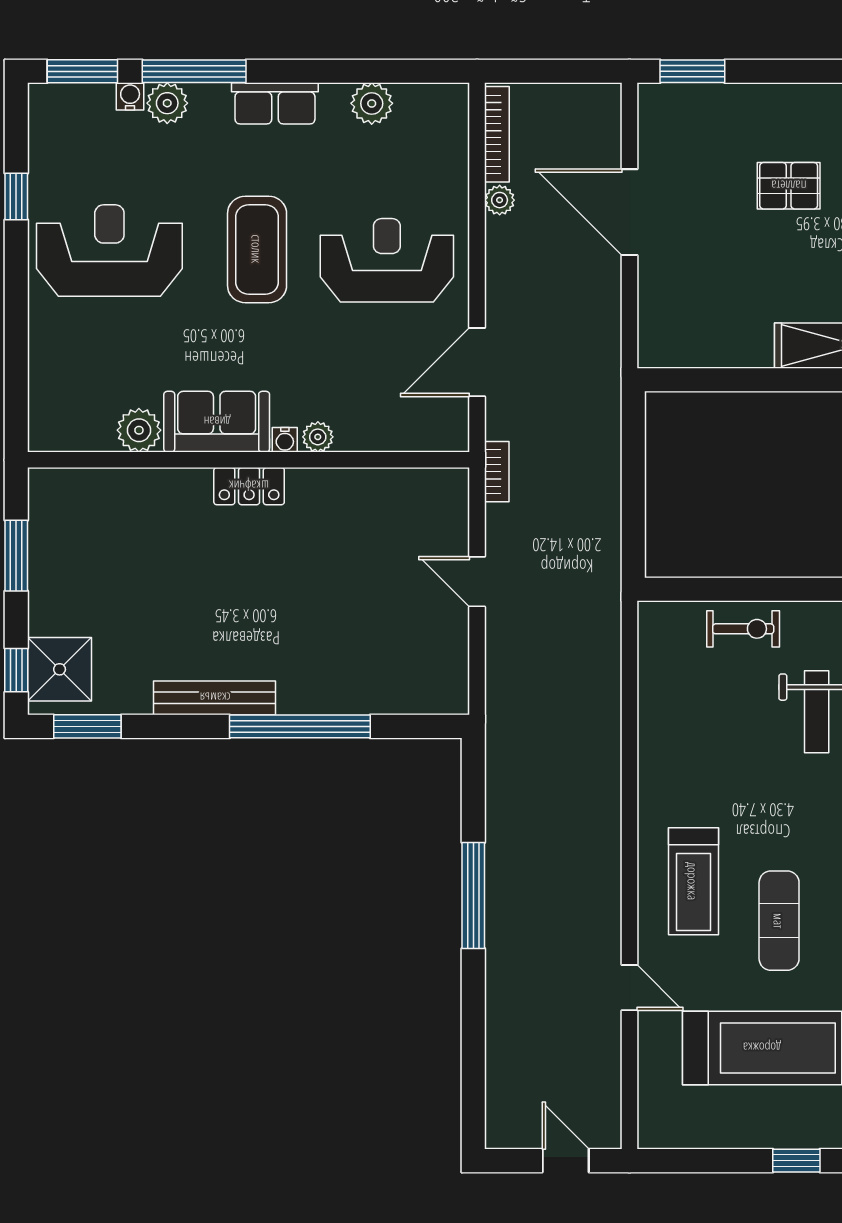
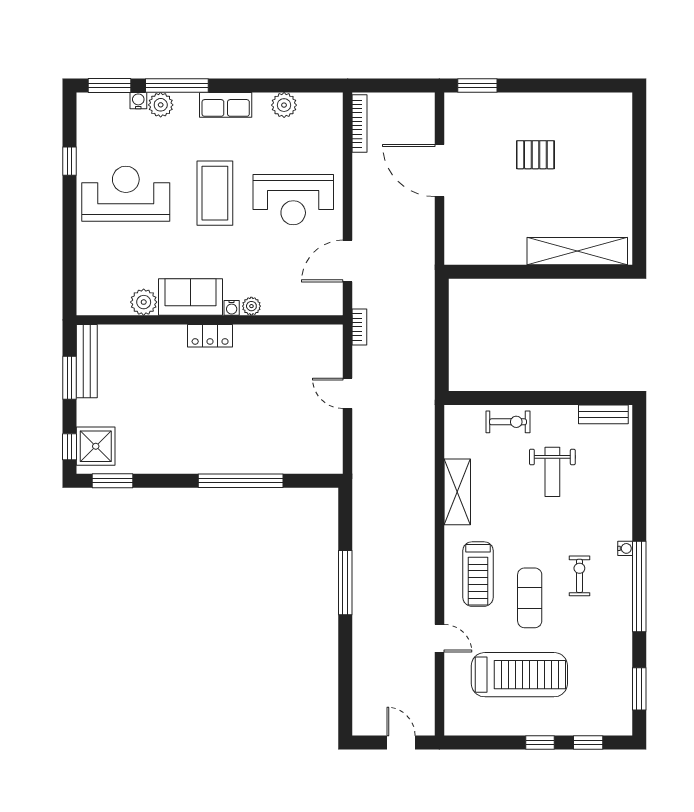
plant: (500, 200) -> (361, 163), removed
reception desk: (387, 260) -> (293, 200), turned 180
bench: (215, 698) -> (87, 361), moved, turned 90
shelving: (659, 745) -> (457, 492), added

